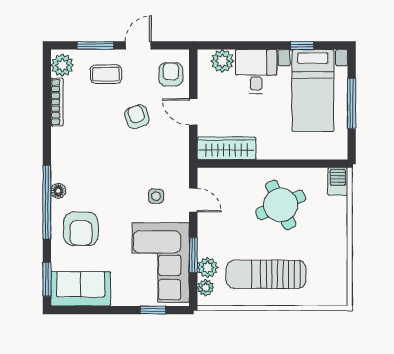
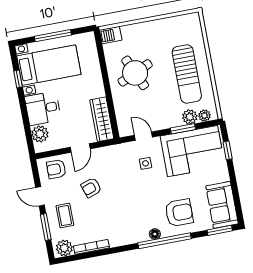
door: (193, 200) -> (143, 136), hinge flipped

